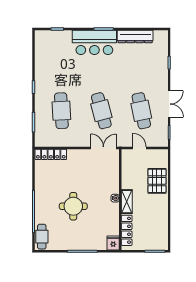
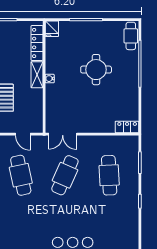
cafe table: (101, 111) -> (65, 175), turned 39
locker: (51, 154) -> (127, 127), width x0.66

